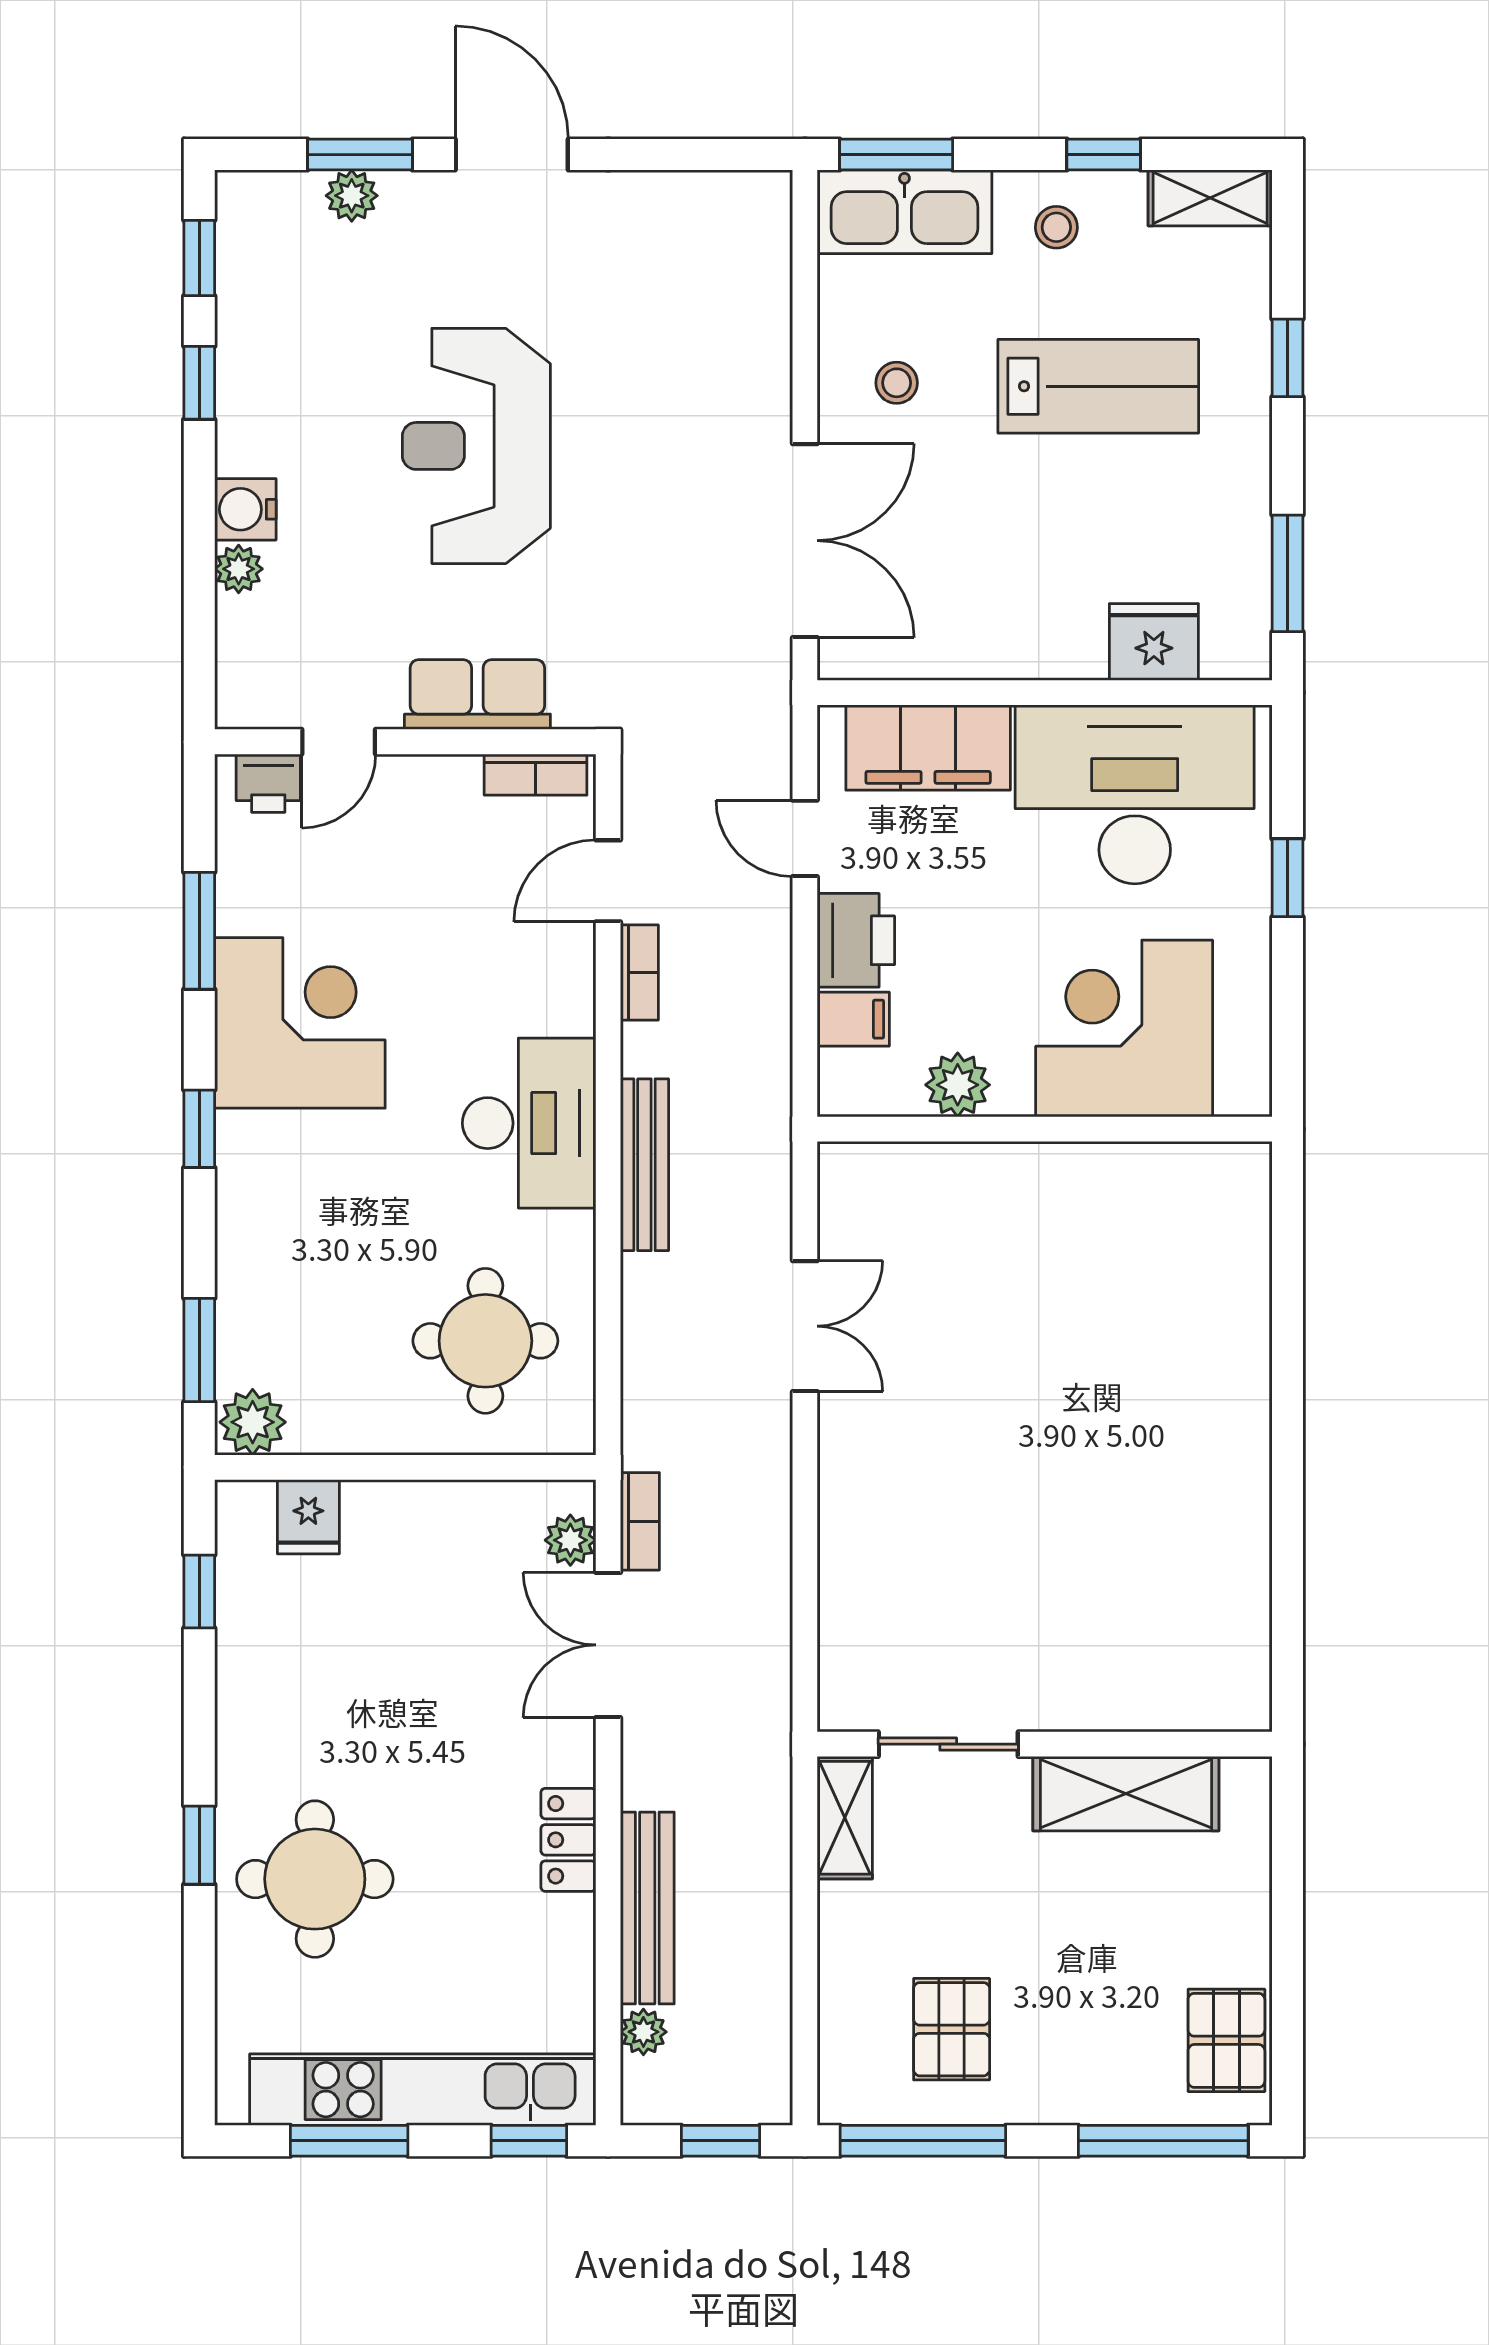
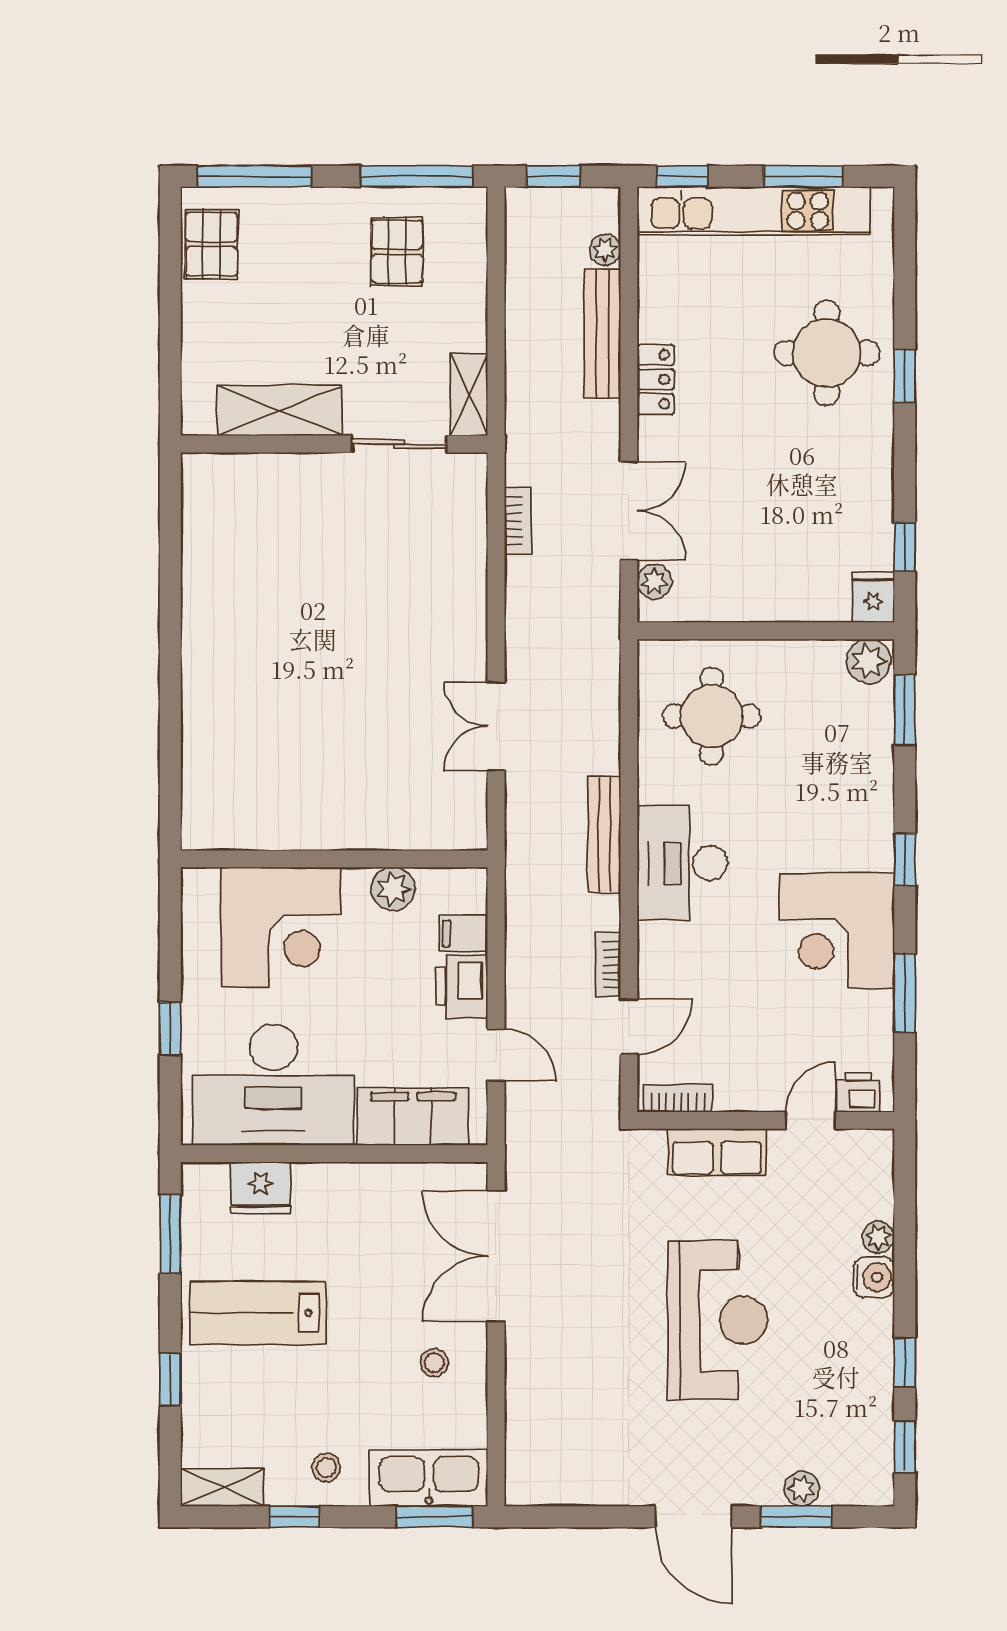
lab bench: (1098, 386) -> (258, 1313), moved
fridge: (308, 1517) -> (873, 597), moved
bookcase: (640, 1521) -> (517, 521), moved, turned 180

